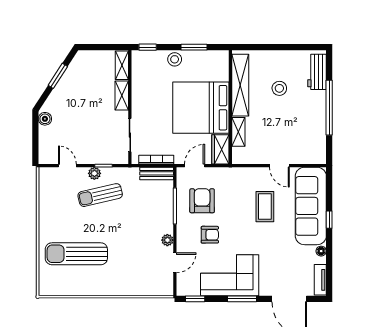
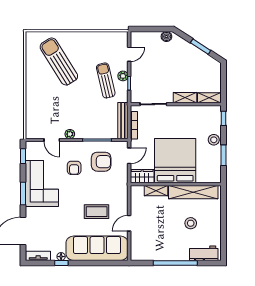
door: (195, 166) -> (129, 156), hinge flipped
bench: (157, 173) -> (123, 121), width x1.36
window: (329, 220) -> (61, 263), moved
sun lounger: (76, 254) -> (59, 62), turned -32

